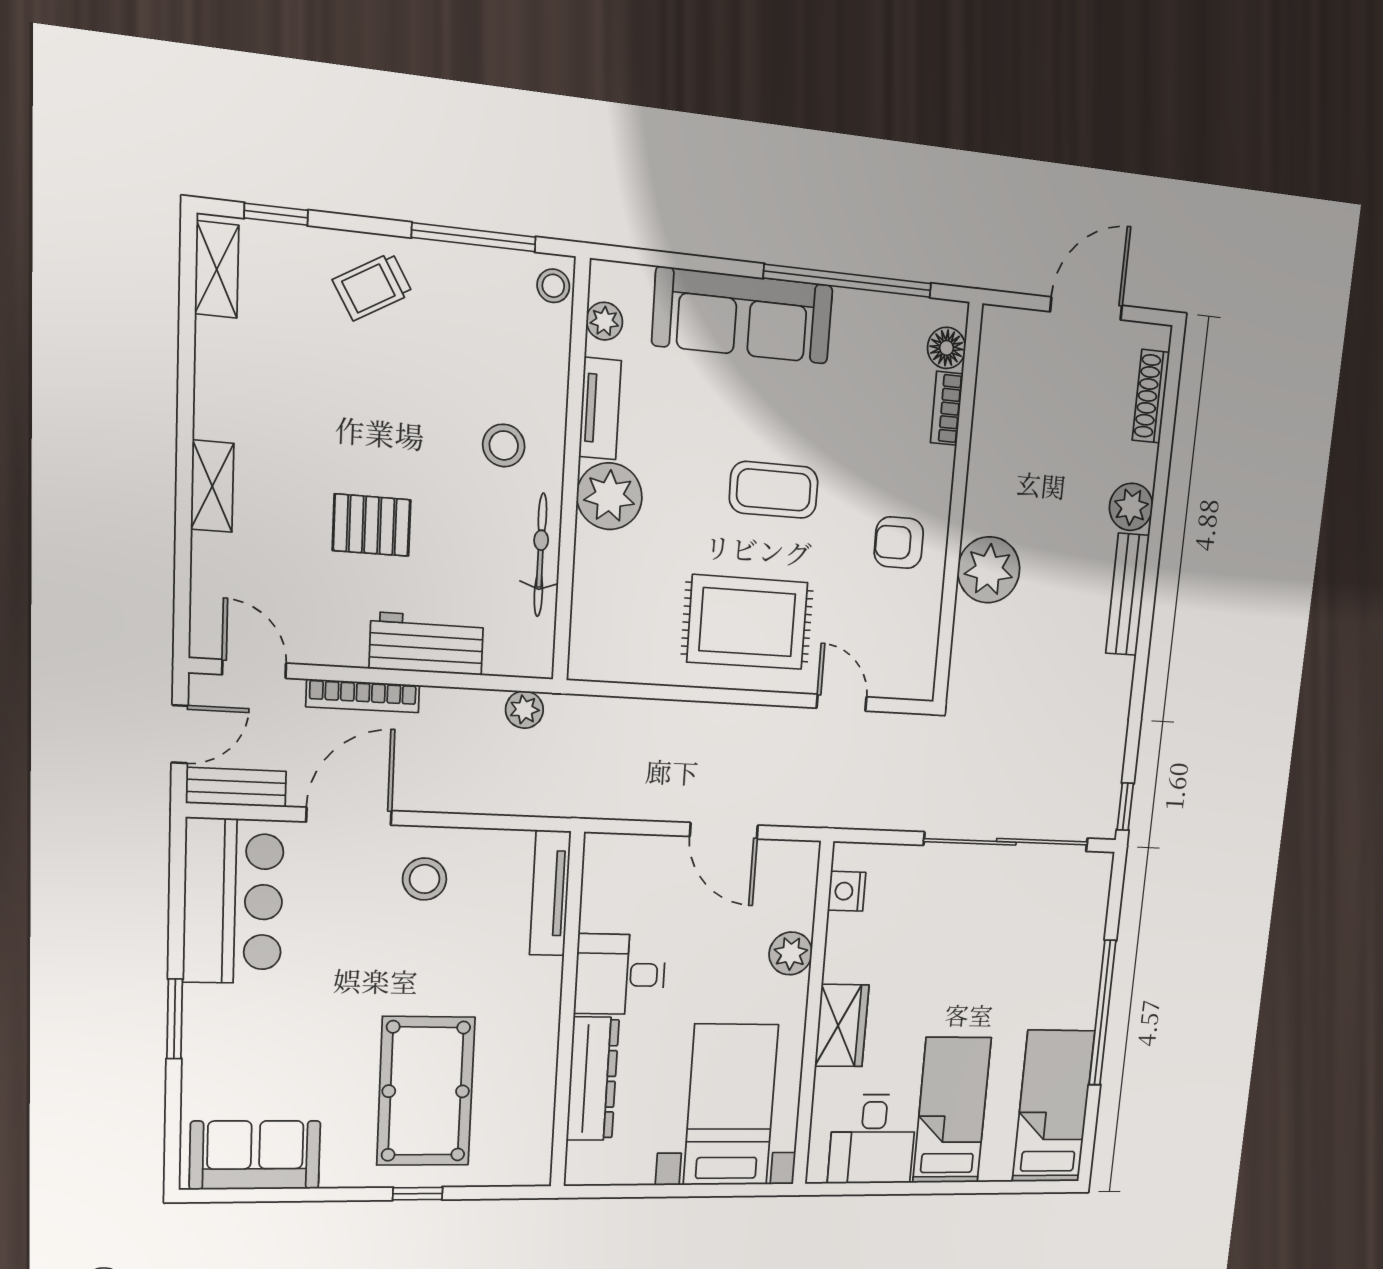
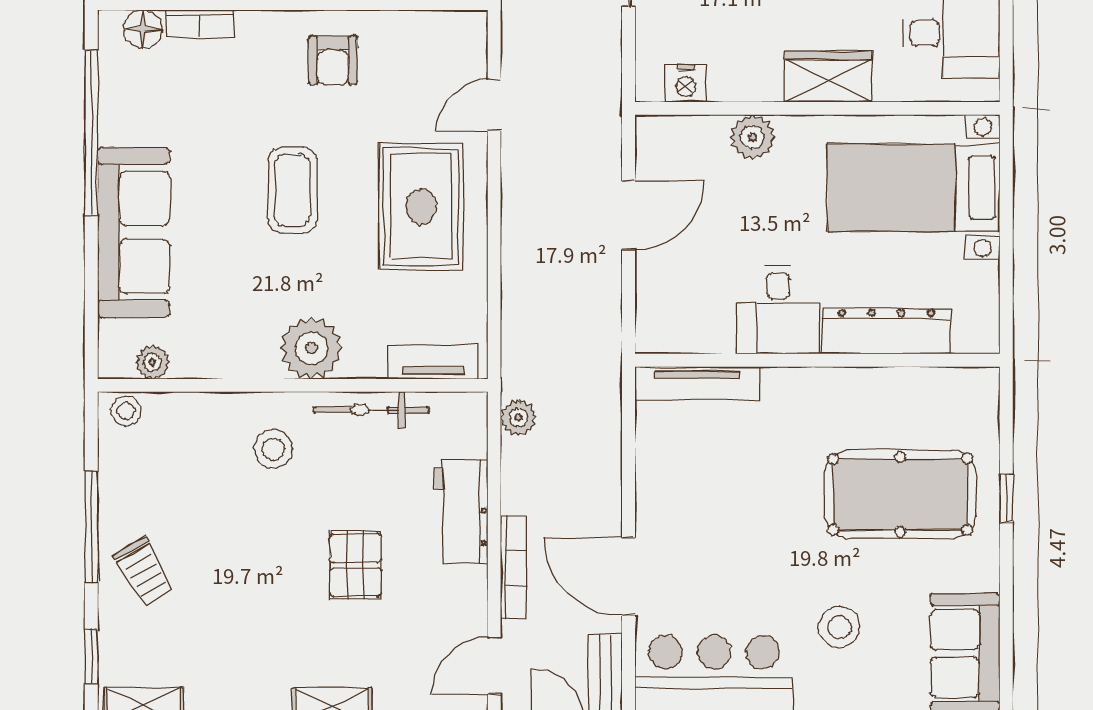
window: (474, 237) -> (91, 527), moved
tv unit: (600, 409) -> (433, 362), moved
stool: (425, 879) -> (839, 627), moved

